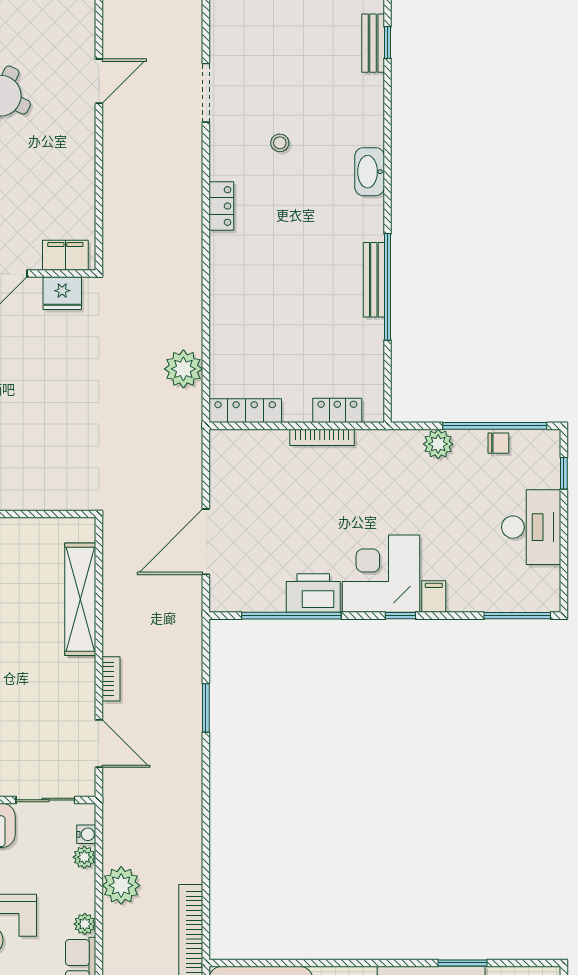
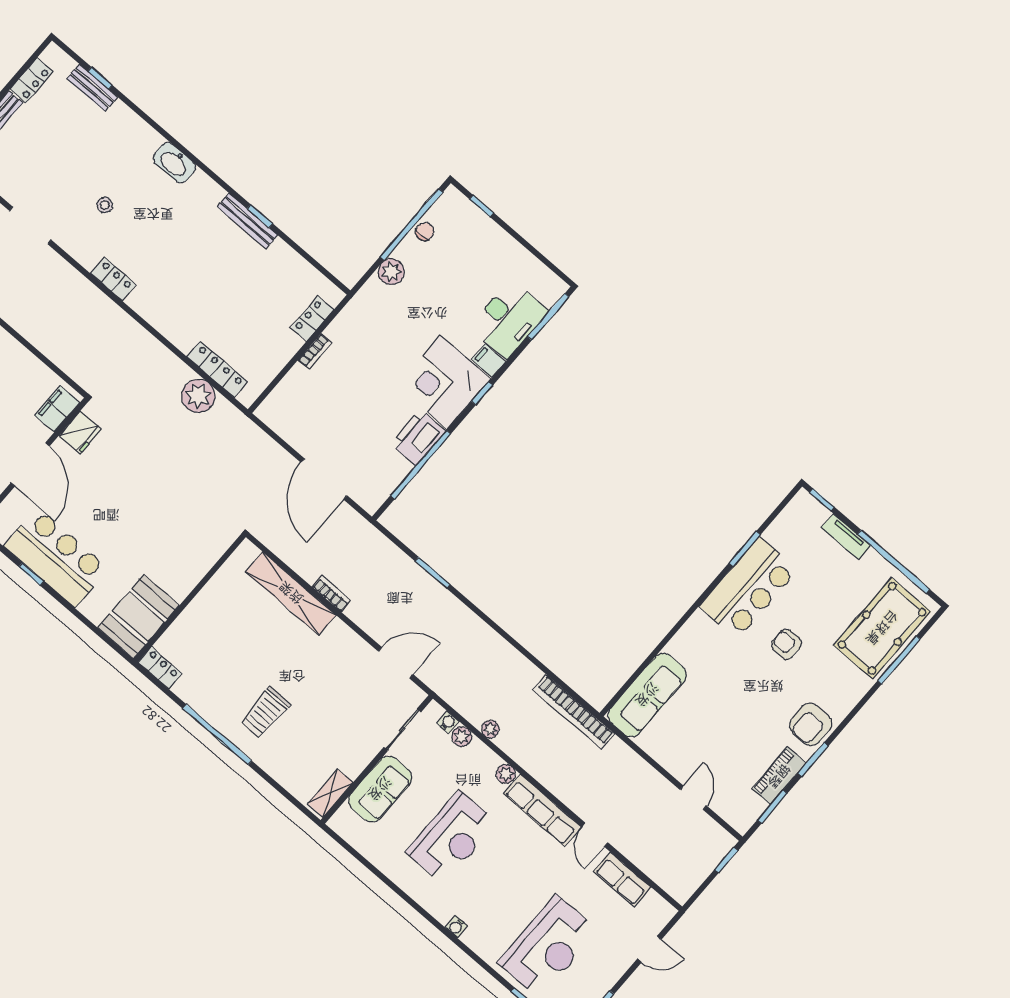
window: (388, 287) -> (260, 216), width x0.32
locker: (245, 411) -> (217, 369), moved, turned 90
bookcase: (322, 437) -> (315, 351), width x0.64
desk: (531, 527) -> (509, 319), moved, turned 90
bookcase: (111, 679) -> (332, 594), moved
plant: (121, 885) -> (490, 729), width x0.53, depth x0.53

